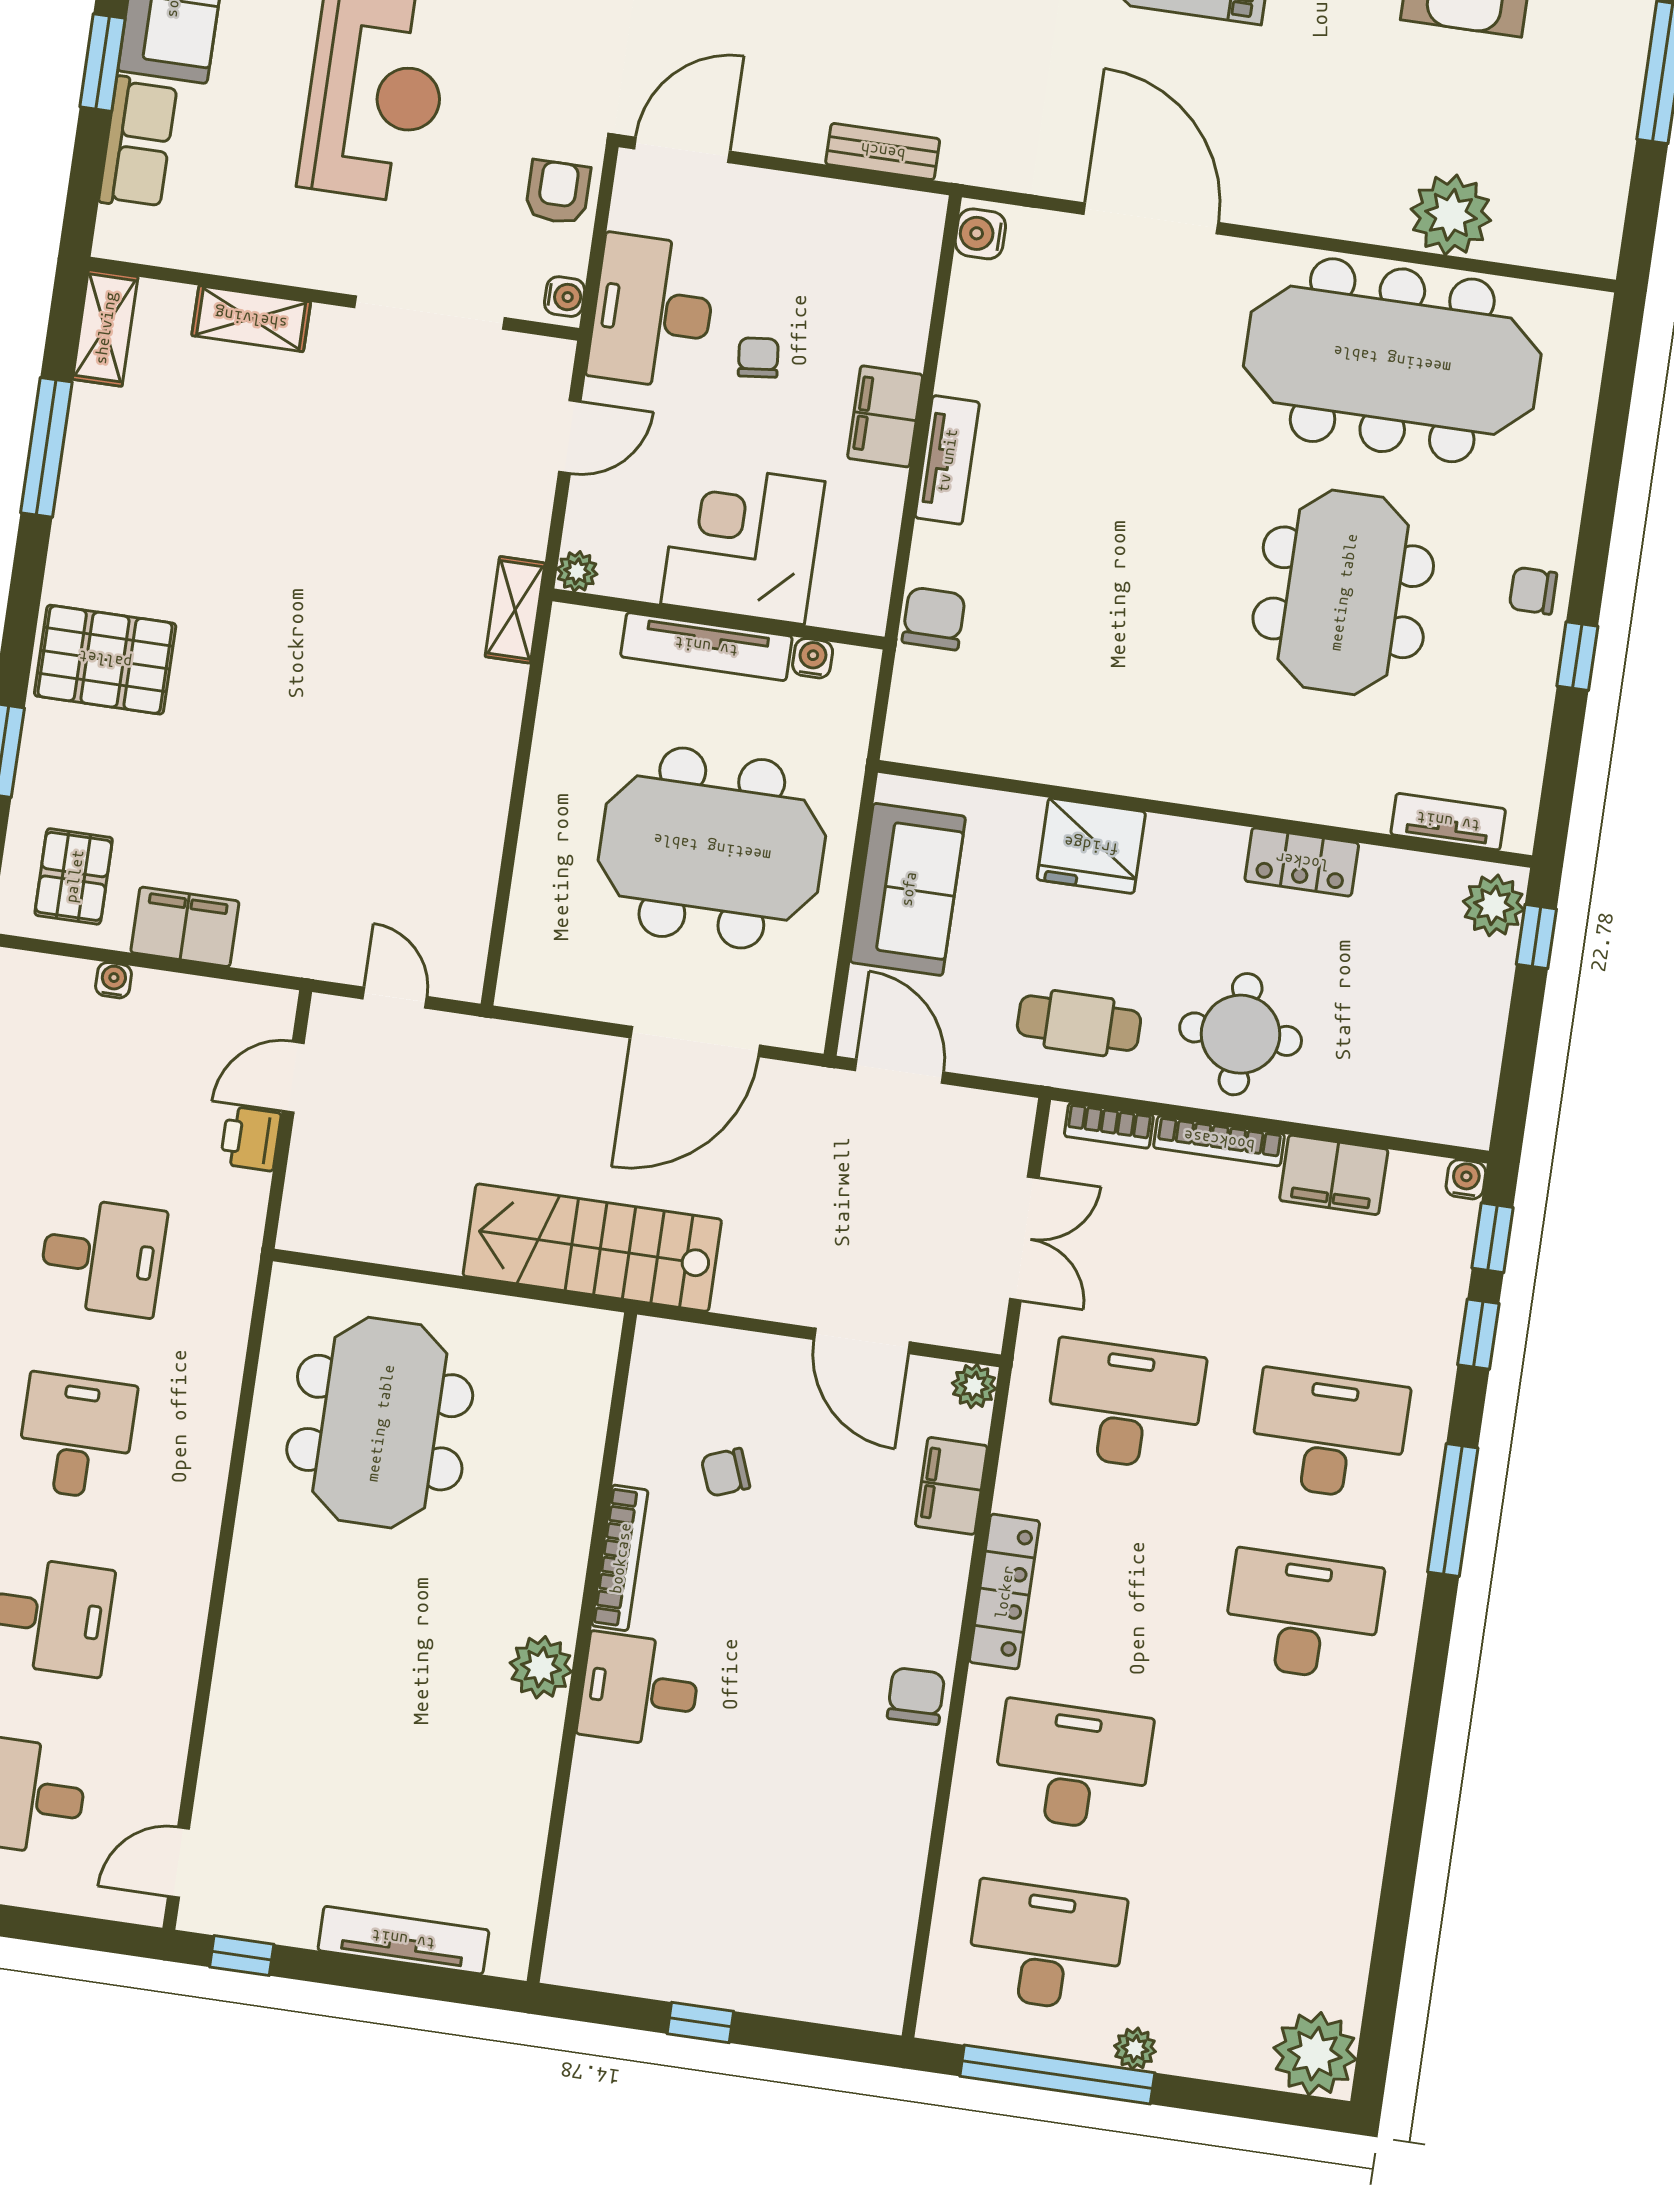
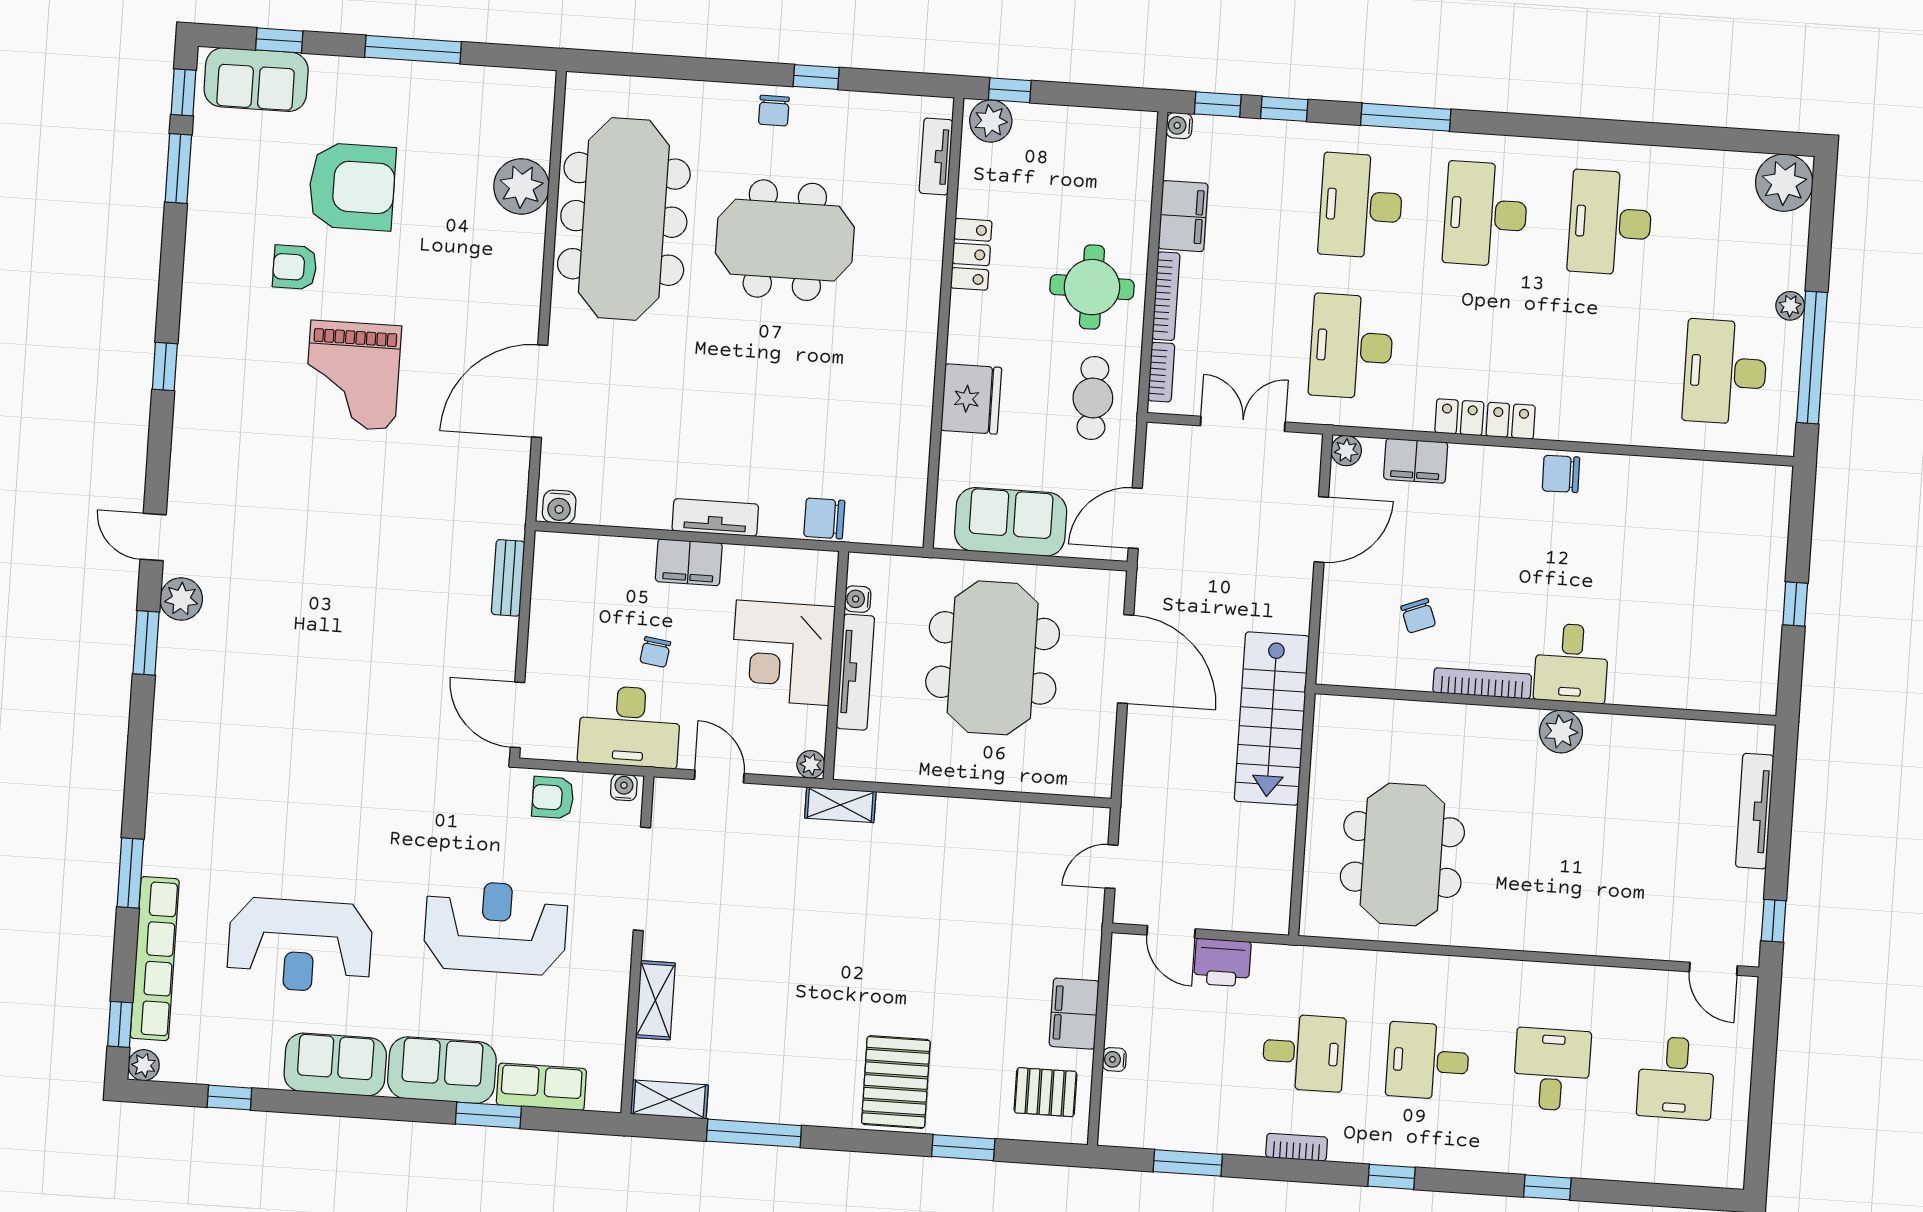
chair: (758, 357) -> (655, 652), turned -76
printer: (251, 1139) -> (1222, 963), width x1.36, depth x1.24
desk: (102, 1257) -> (1304, 1053), turned 90
meeting table: (380, 1423) -> (1402, 854), turned 90
desk: (1072, 1766) -> (1610, 223), moved

